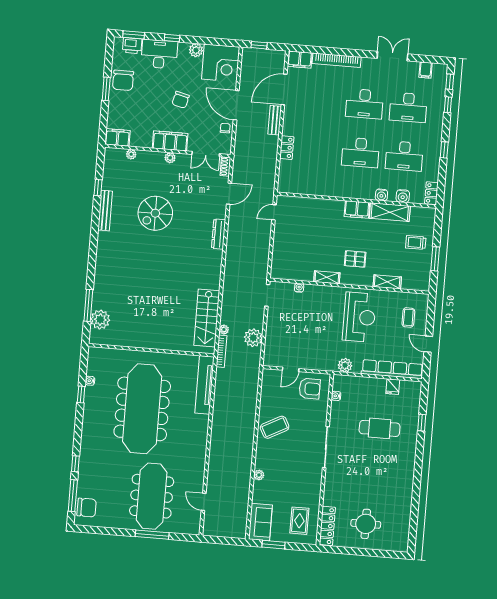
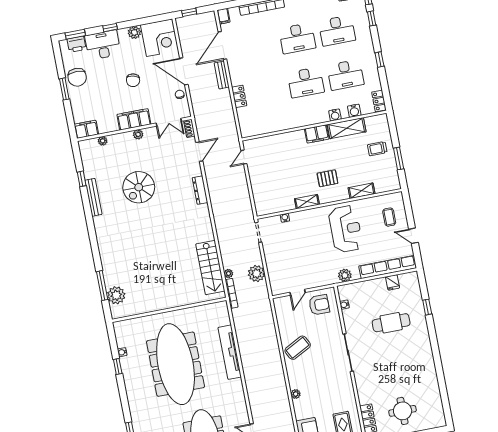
filing cabinet: (300, 60) -> (223, 16), width x0.50
tv unit: (205, 385) -> (230, 352), moved

